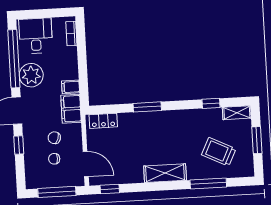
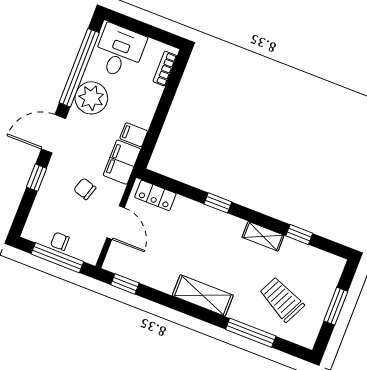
window: (147, 107) -> (218, 203), width x0.67
shelving: (237, 113) -> (263, 236), moved
chair: (54, 159) -> (60, 241), moved
door: (86, 164) -> (116, 223), moved

